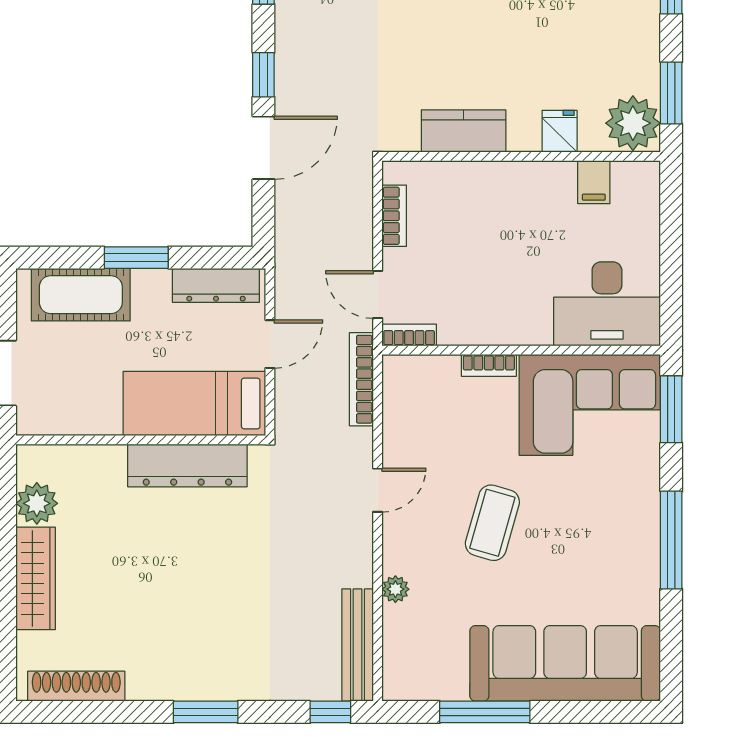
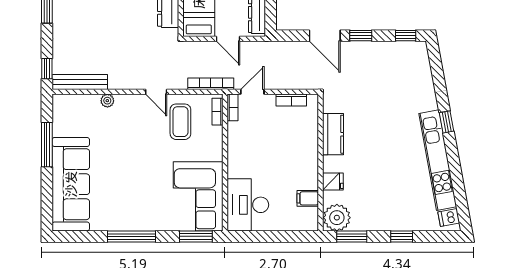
bookcase: (489, 365) -> (217, 112), moved
coffee table: (492, 523) -> (180, 122), moved, turned 74

